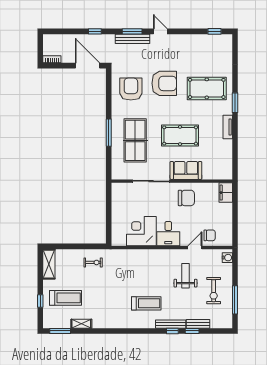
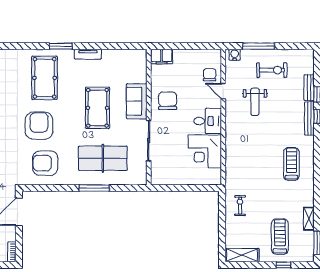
weight bench: (185, 276) -> (255, 102), turned -90
window: (235, 300) -> (259, 46), moved
treadmill: (146, 303) -> (291, 164), moved

